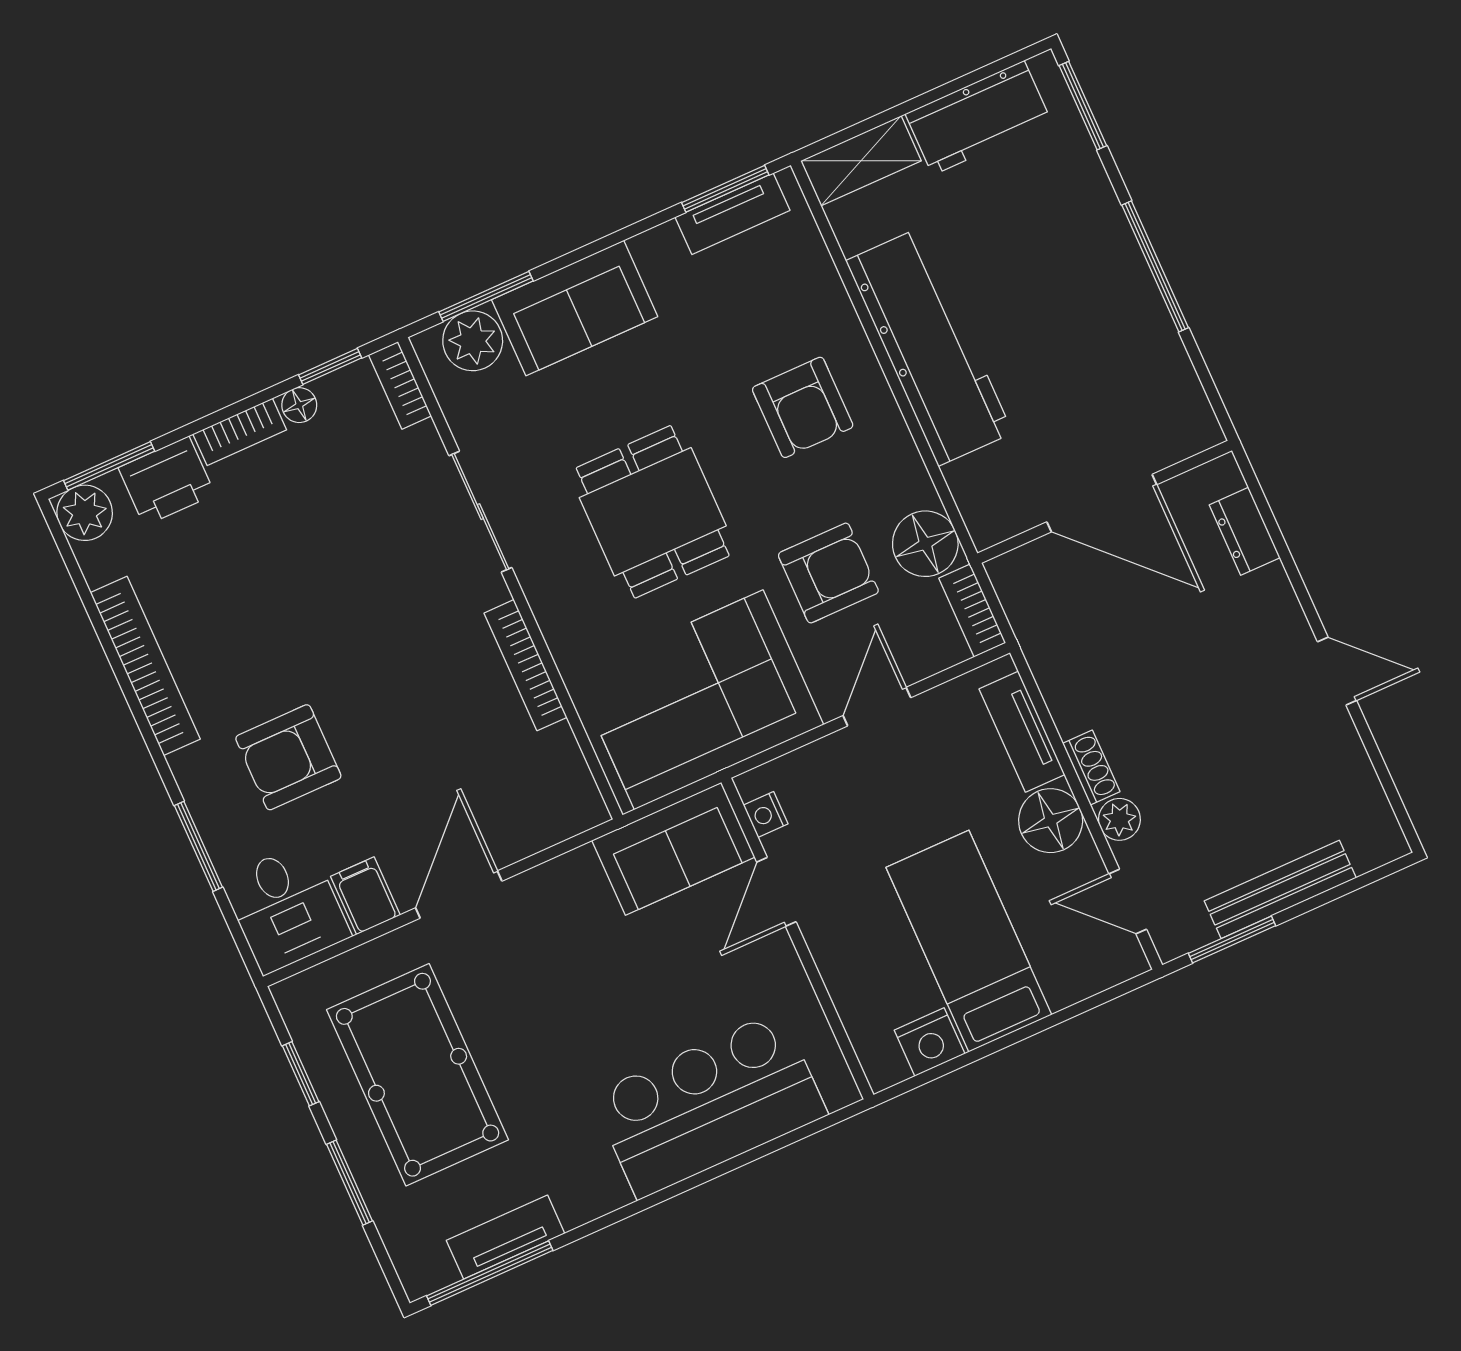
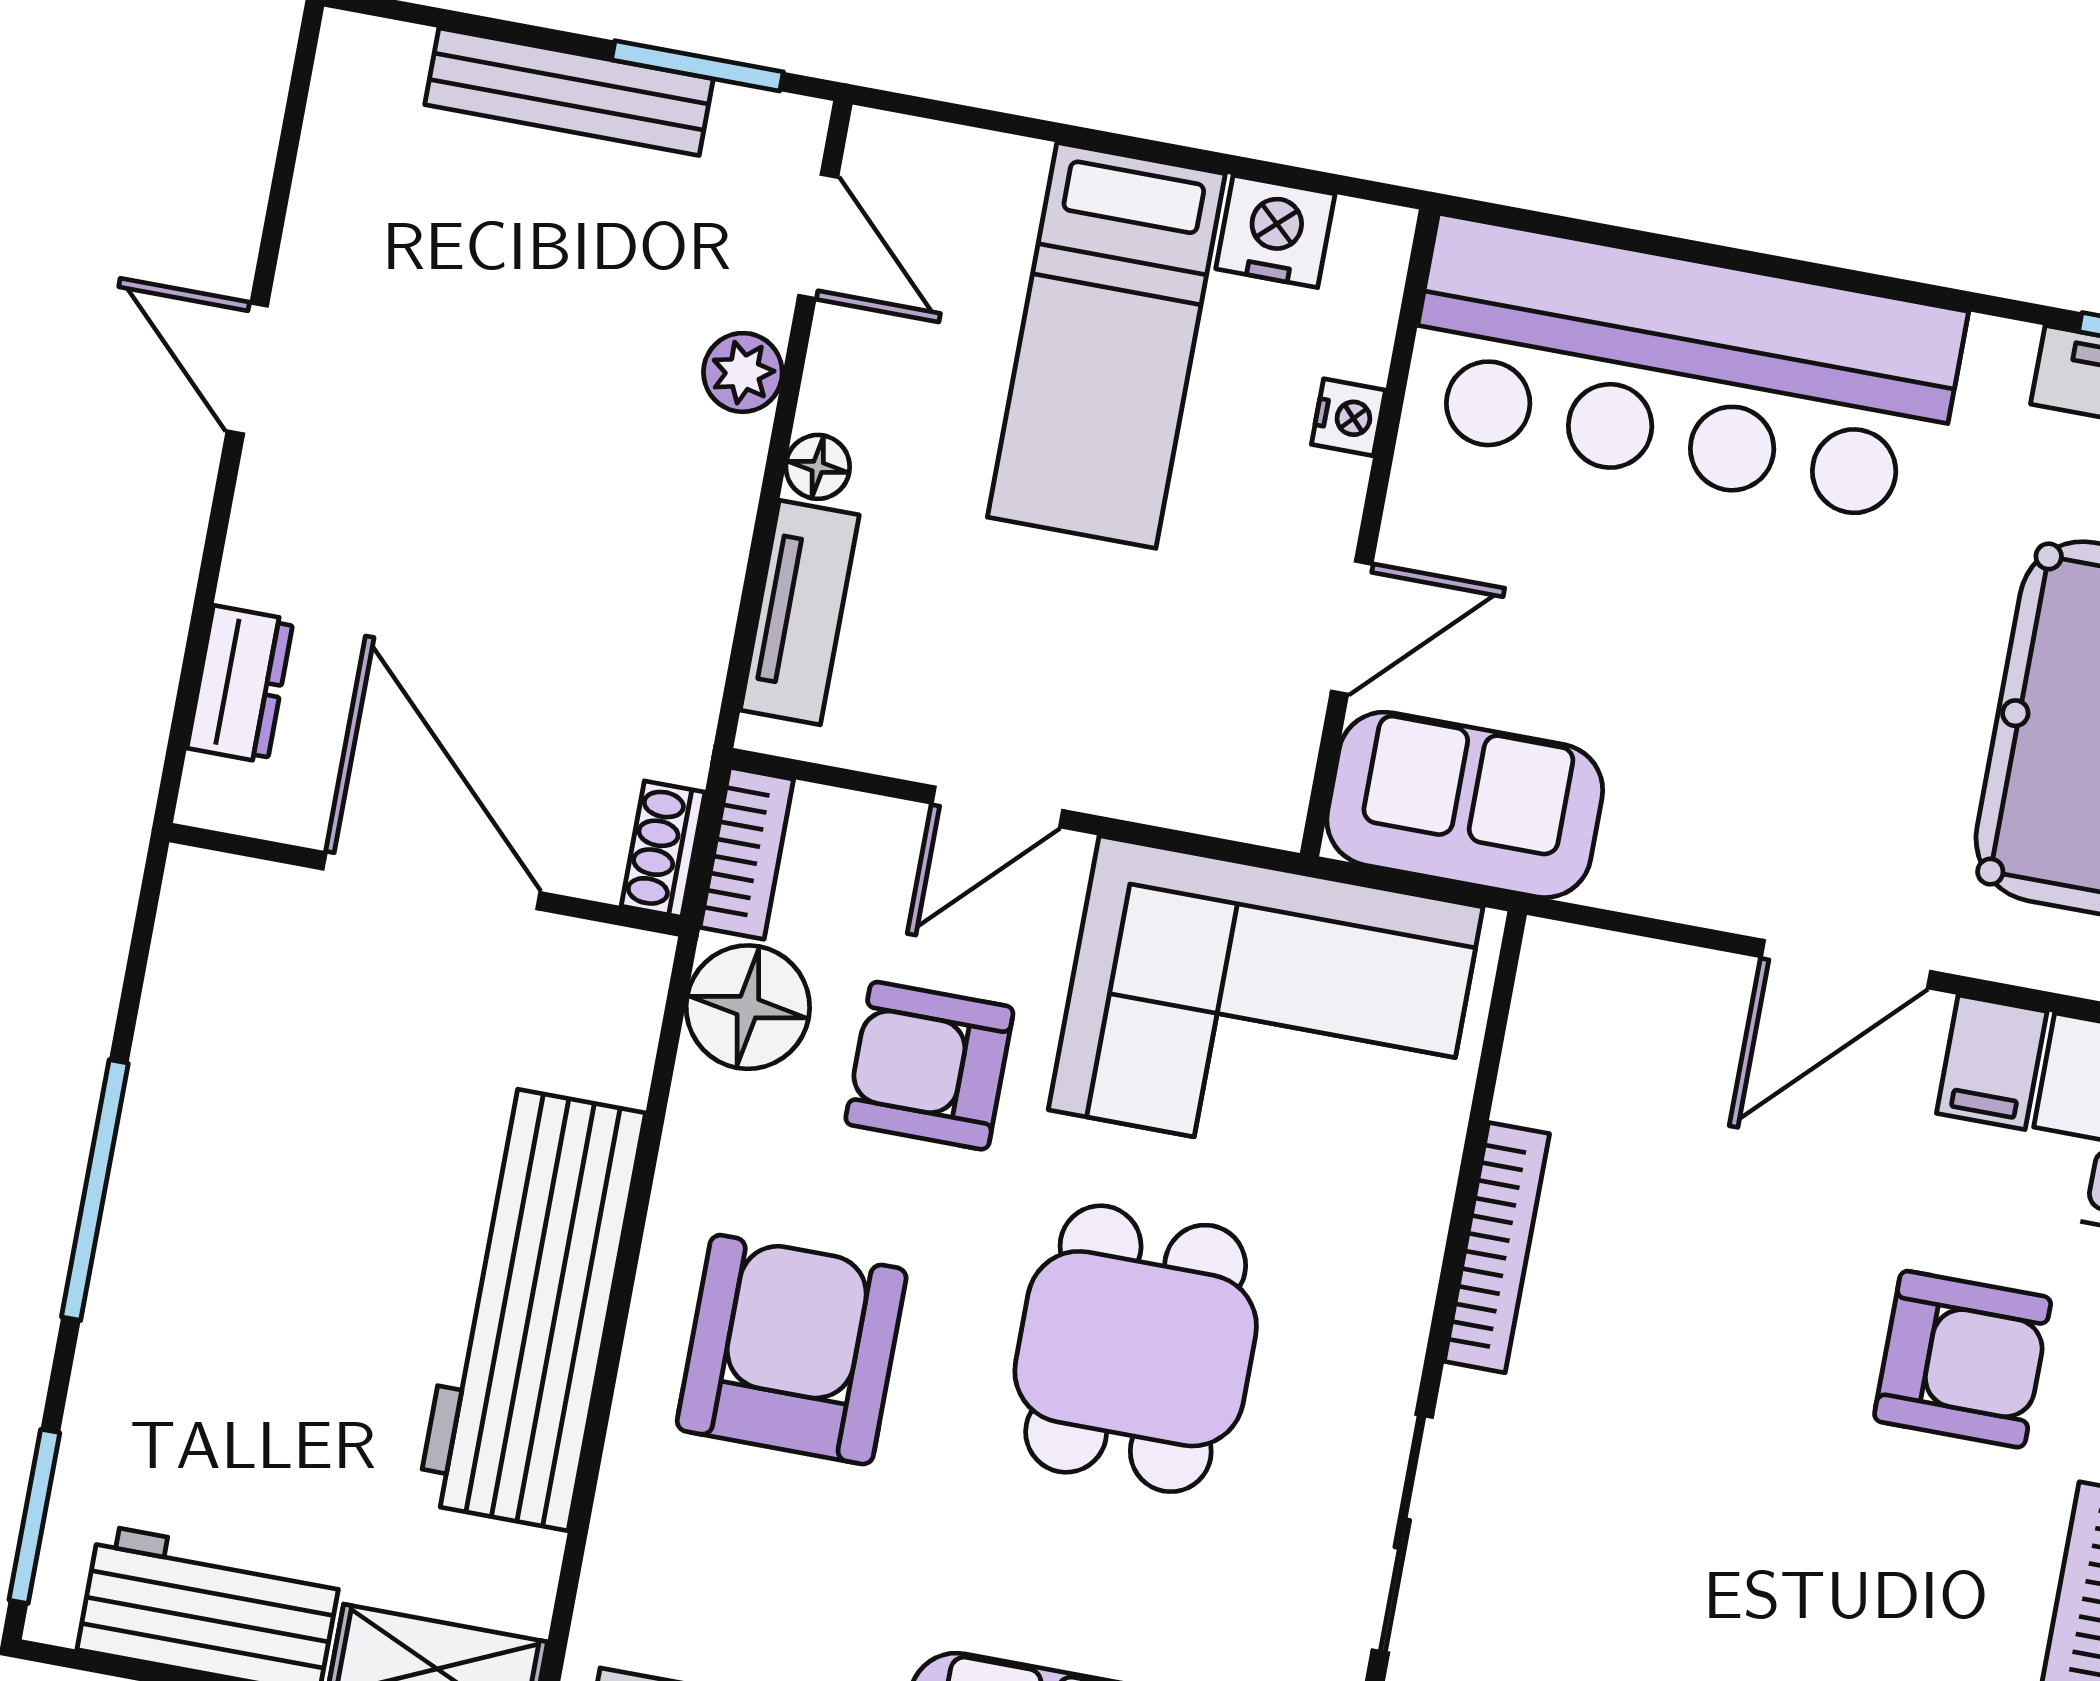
armchair: (803, 407) -> (792, 1350), width x1.36, depth x1.36
shoe rack: (1091, 768) -> (663, 849), moved
nightstand: (766, 814) -> (1348, 417), moved
floor lamp: (1051, 821) -> (818, 467), width x0.53, depth x0.53
bar counter: (709, 1105) -> (1684, 370), width x1.36

